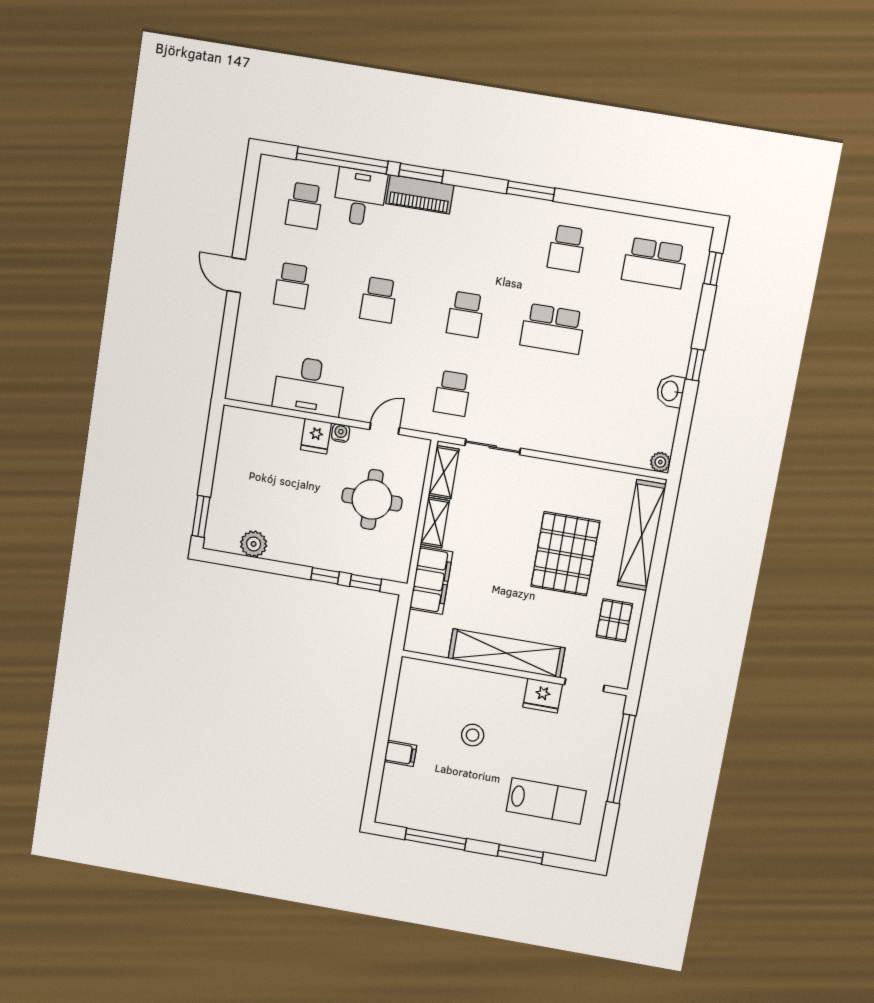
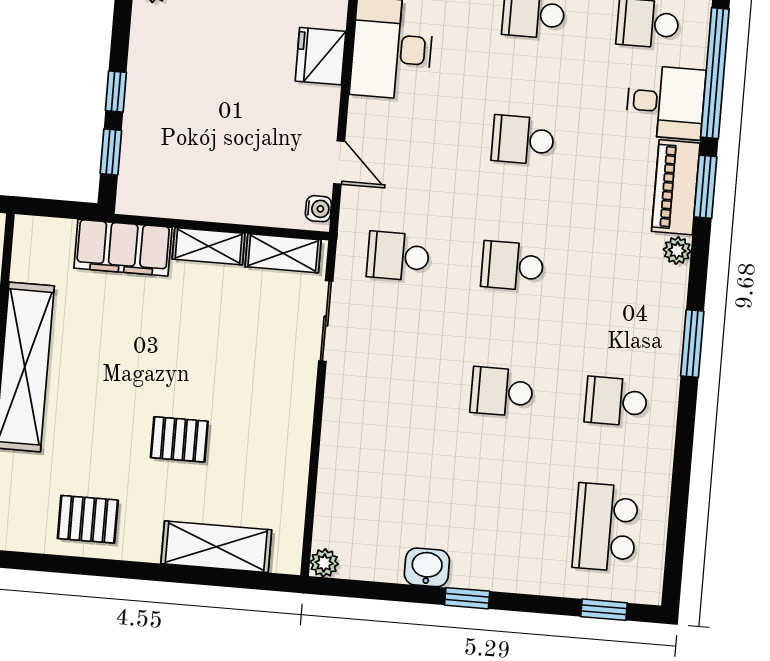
plant: (464, 197) -> (677, 250), added
school desk: (553, 329) -> (502, 392), width x0.54
water cooler: (341, 433) -> (318, 209), moved
fridge: (316, 436) -> (321, 56), width x1.38
round table: (372, 500) -> (234, 152), removed
shelving: (642, 535) -> (216, 547), width x0.68
pallet: (565, 554) -> (179, 439), width x0.49, depth x0.50

